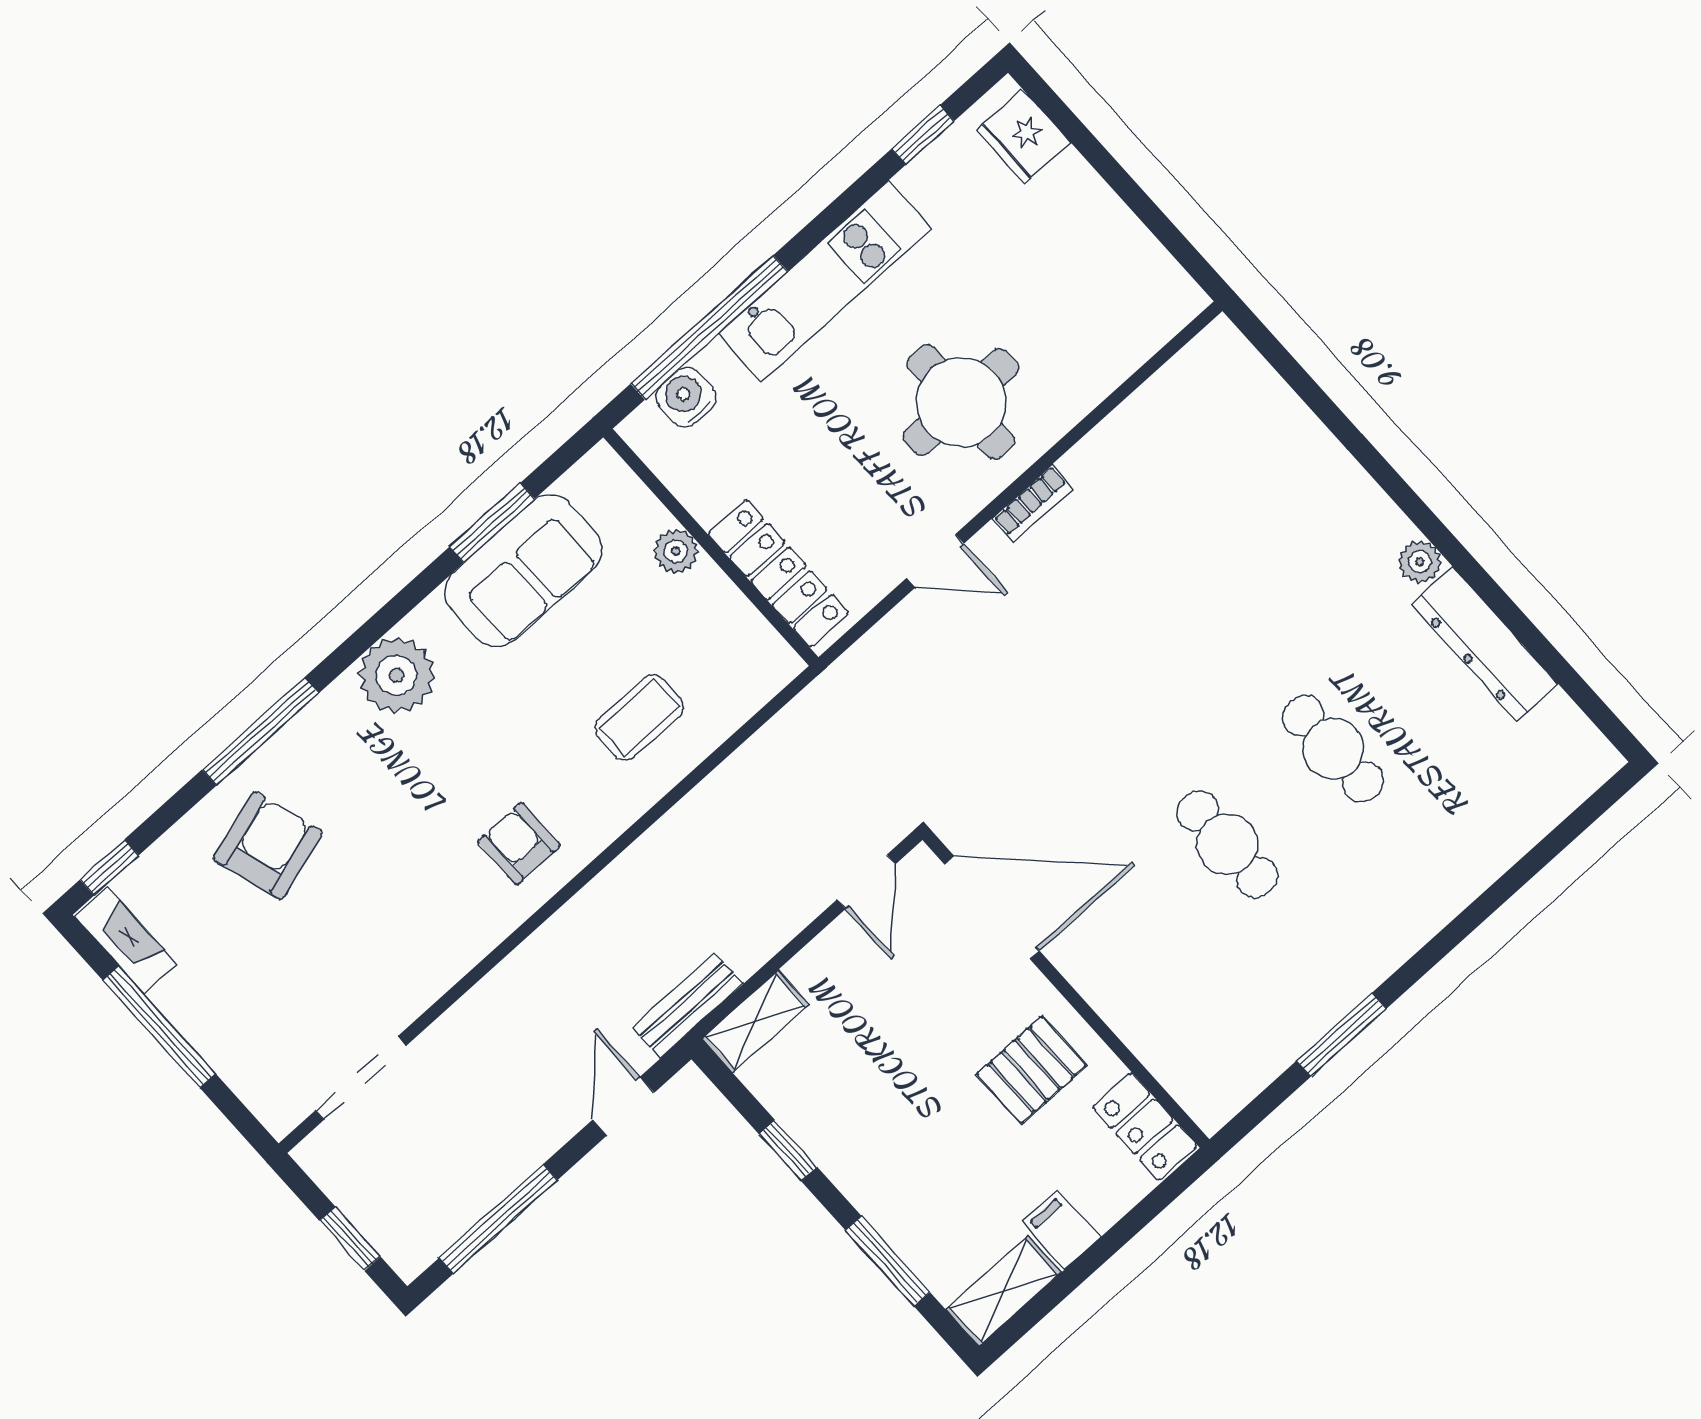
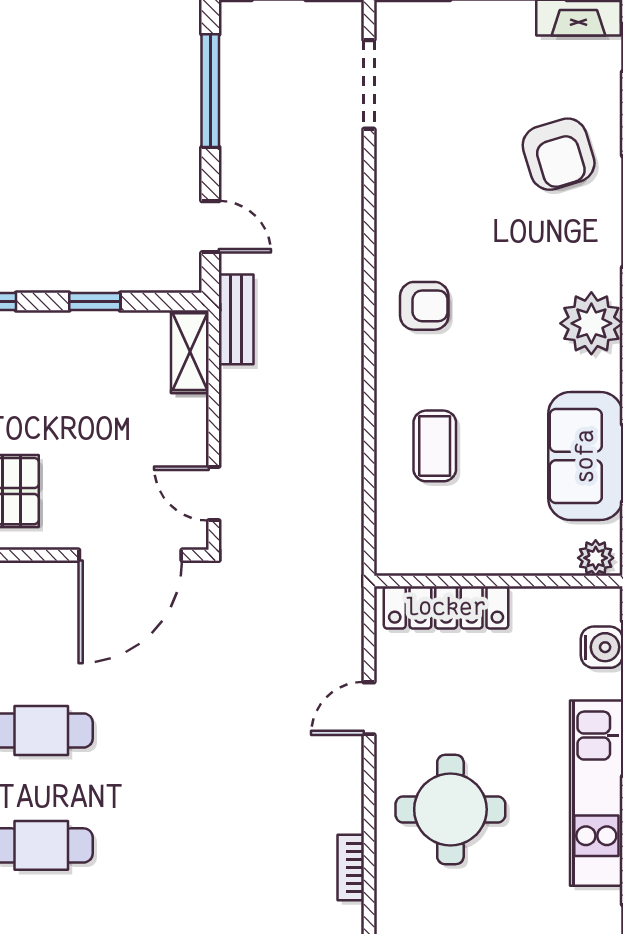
bookcase: (1033, 504) -> (351, 867), moved
plant: (676, 551) -> (596, 558), moved

